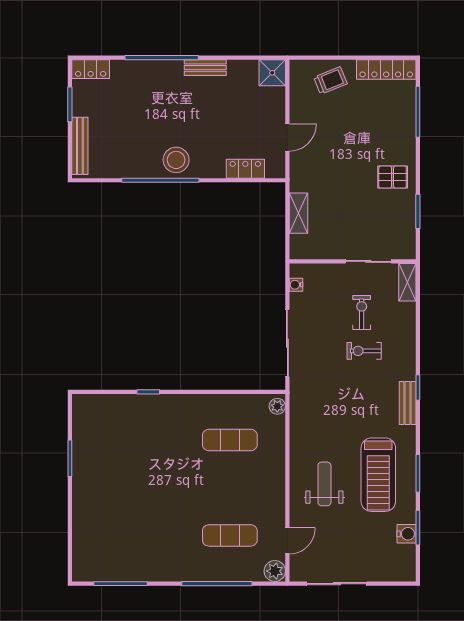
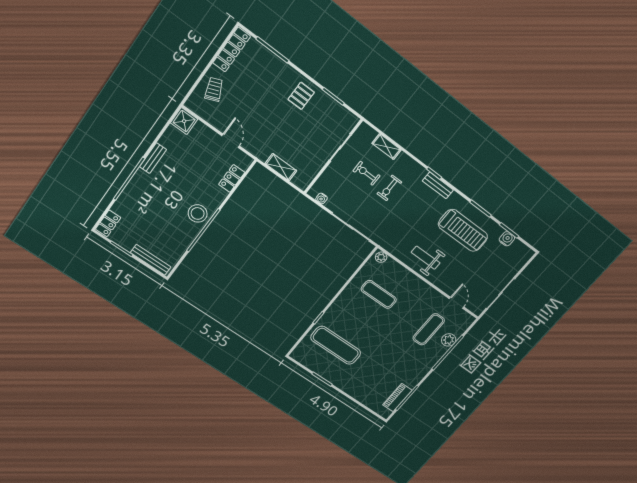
shelving: (407, 282) -> (387, 147), moved
exercise mat: (127, 440) -> (336, 345), added
exercise mat: (230, 440) -> (379, 294), turned 90
weight bench: (324, 484) -> (426, 258), moved
piano: (112, 571) -> (397, 398), added
plant: (275, 571) -> (449, 340), moved

